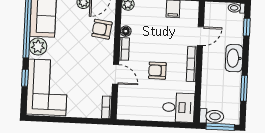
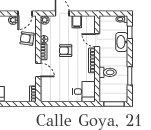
door: (200, 36) -> (97, 40), swing flipped
washbasin: (234, 58) -> (122, 42), moved
armchair: (157, 71) -> (66, 51), moved
toilet: (212, 116) -> (108, 72), moved

